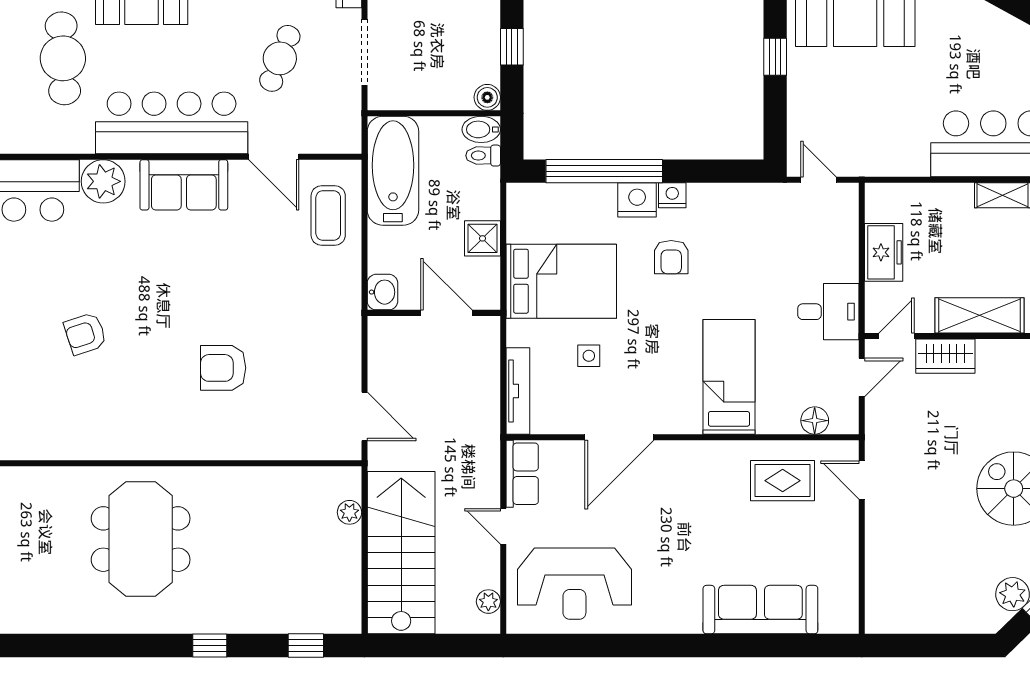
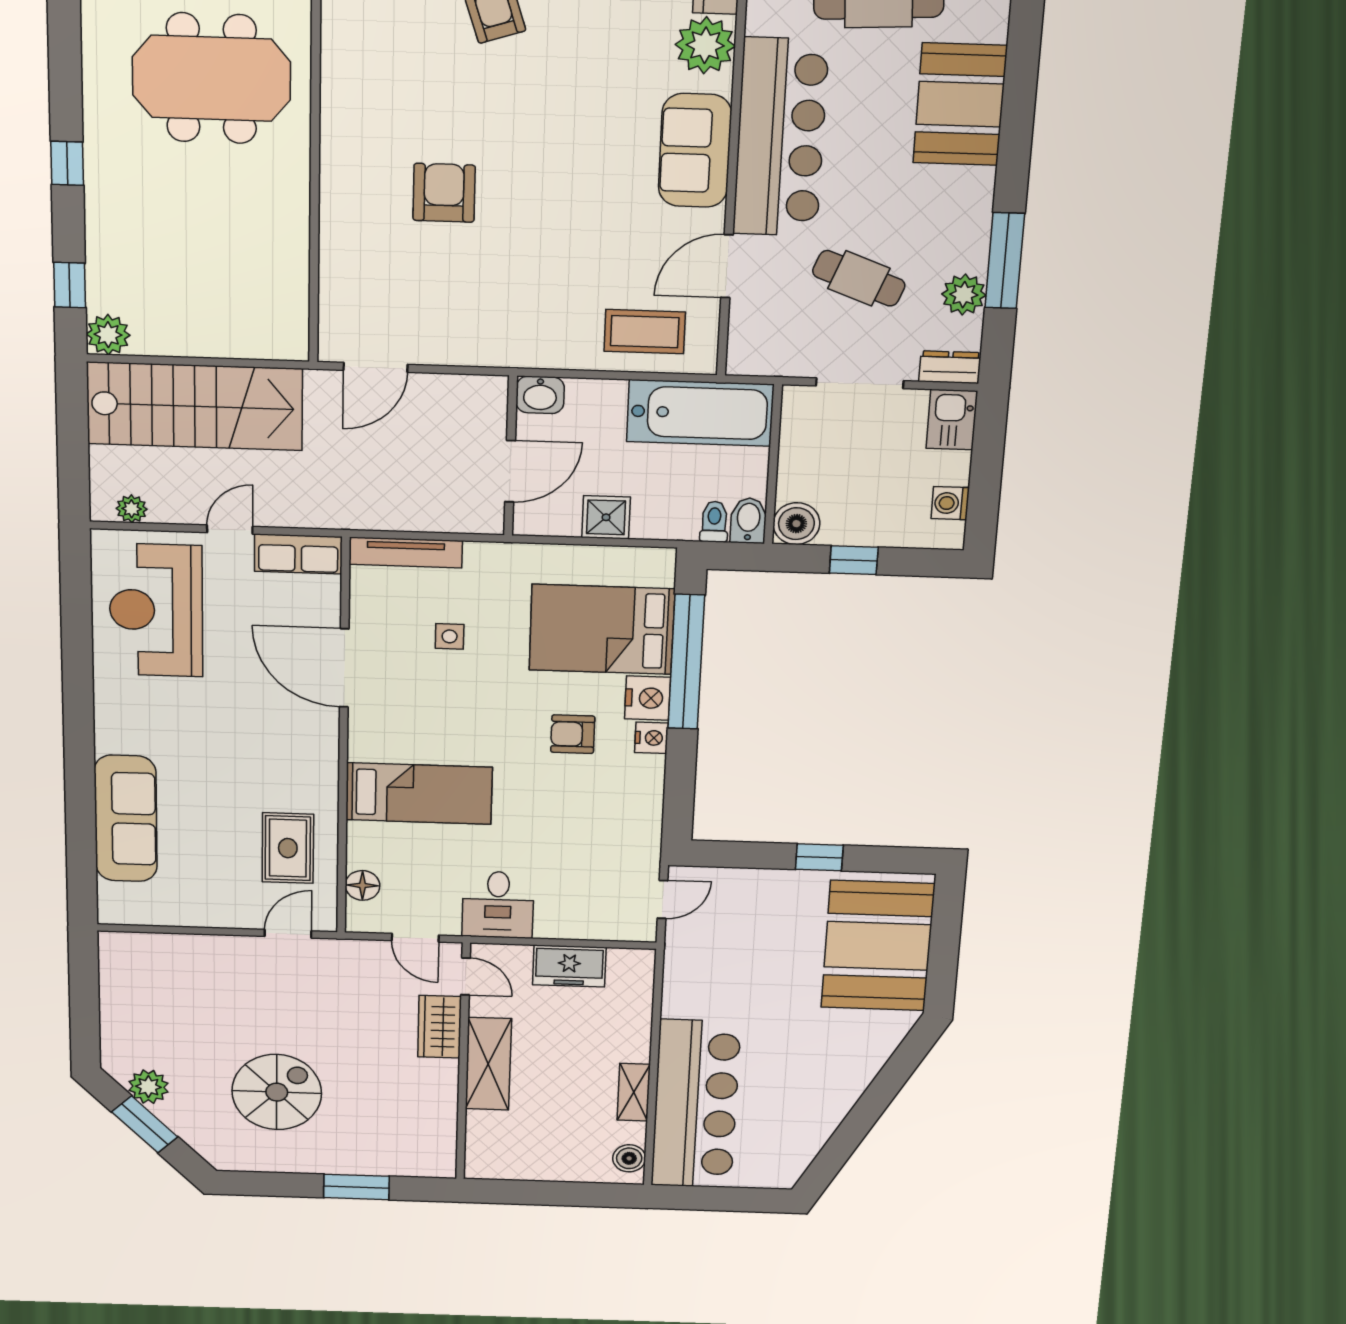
boiler: (487, 97) -> (796, 524), width x1.36, depth x1.36
bed: (561, 281) -> (602, 629), moved, turned 90
plant: (349, 512) -> (108, 335), moved, width x1.38, depth x1.38

